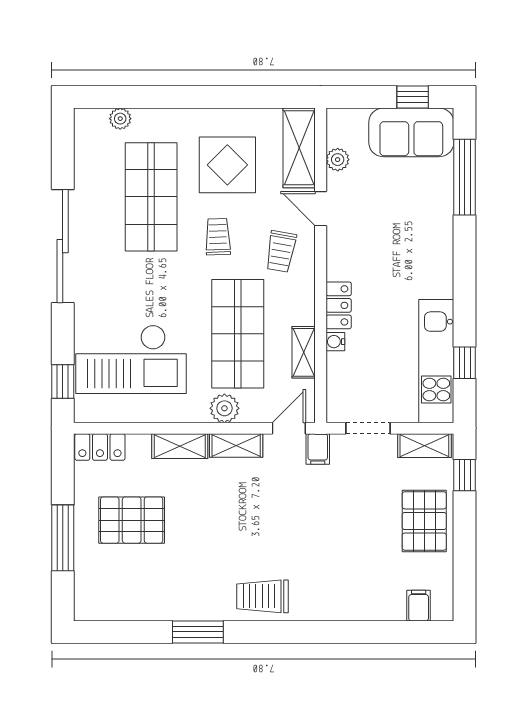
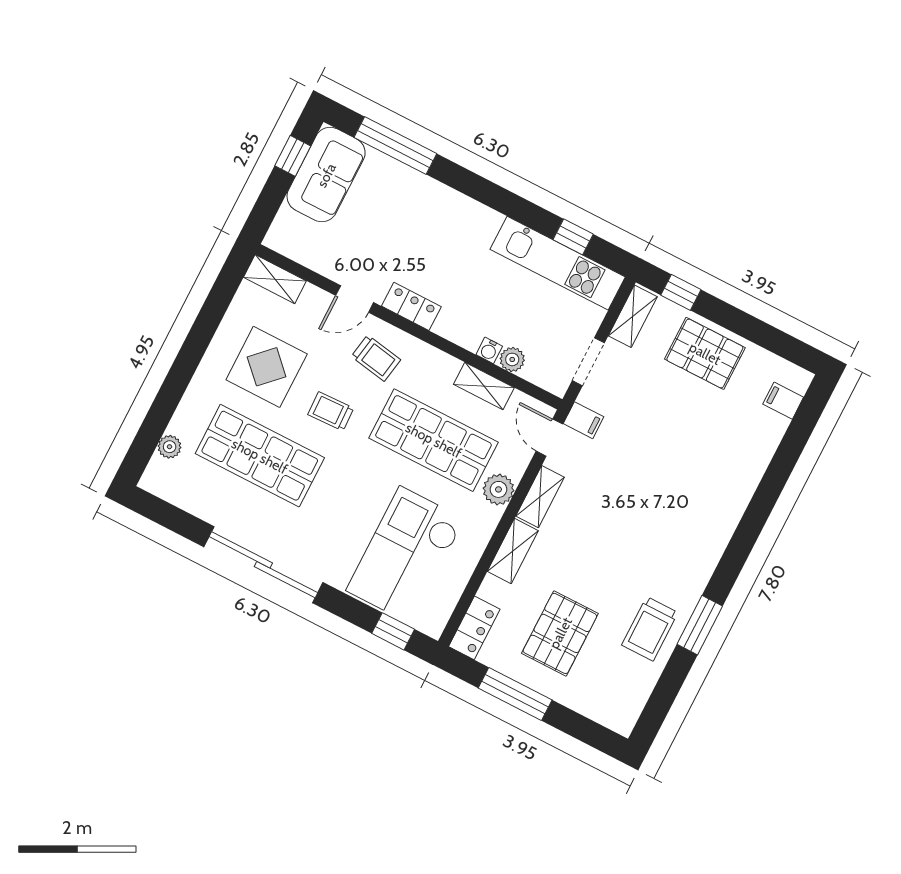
shelving: (299, 148) -> (275, 279), width x0.67, depth x0.75
plant: (338, 160) -> (512, 359), moved
locker: (339, 305) -> (411, 306), moved
checkout: (131, 359) -> (405, 555), turned 180
window: (63, 538) -> (515, 694), moved
trolley: (263, 596) -> (650, 629), moved

